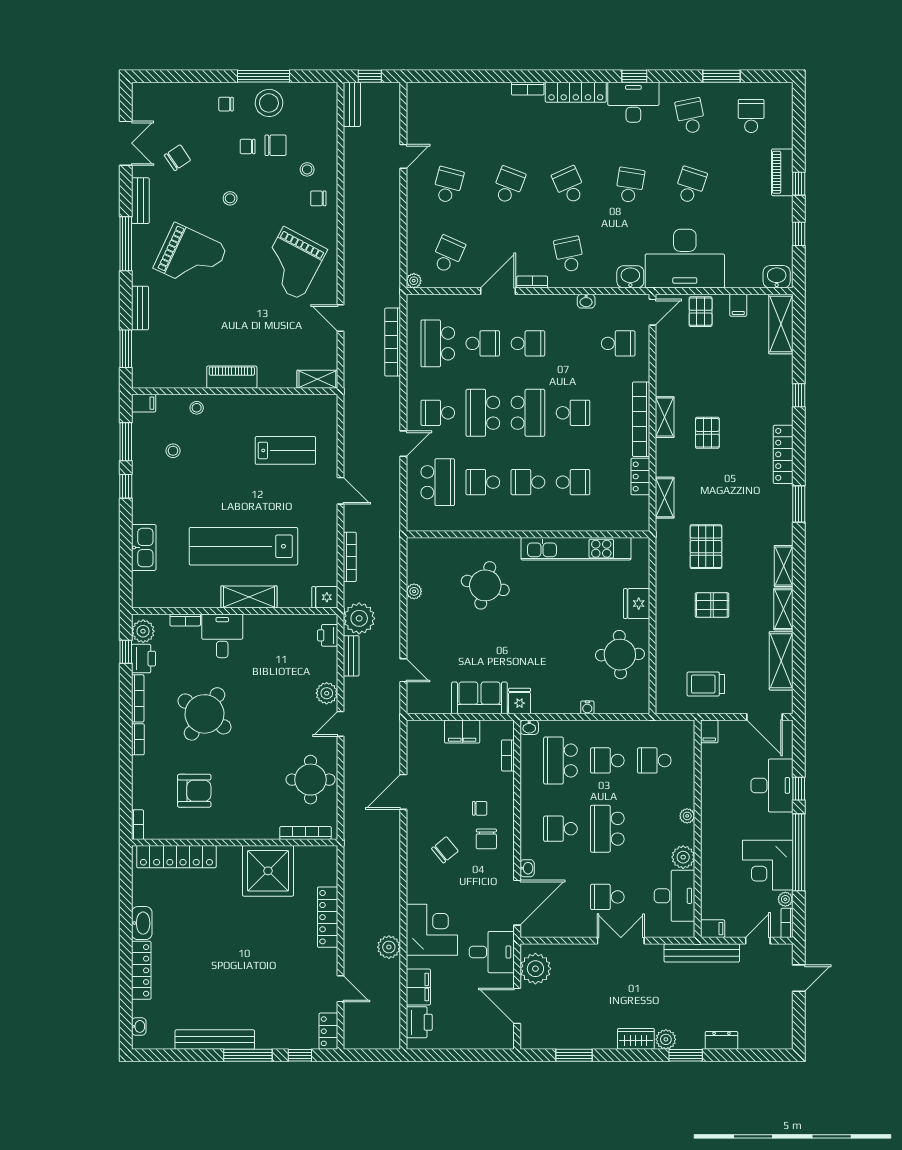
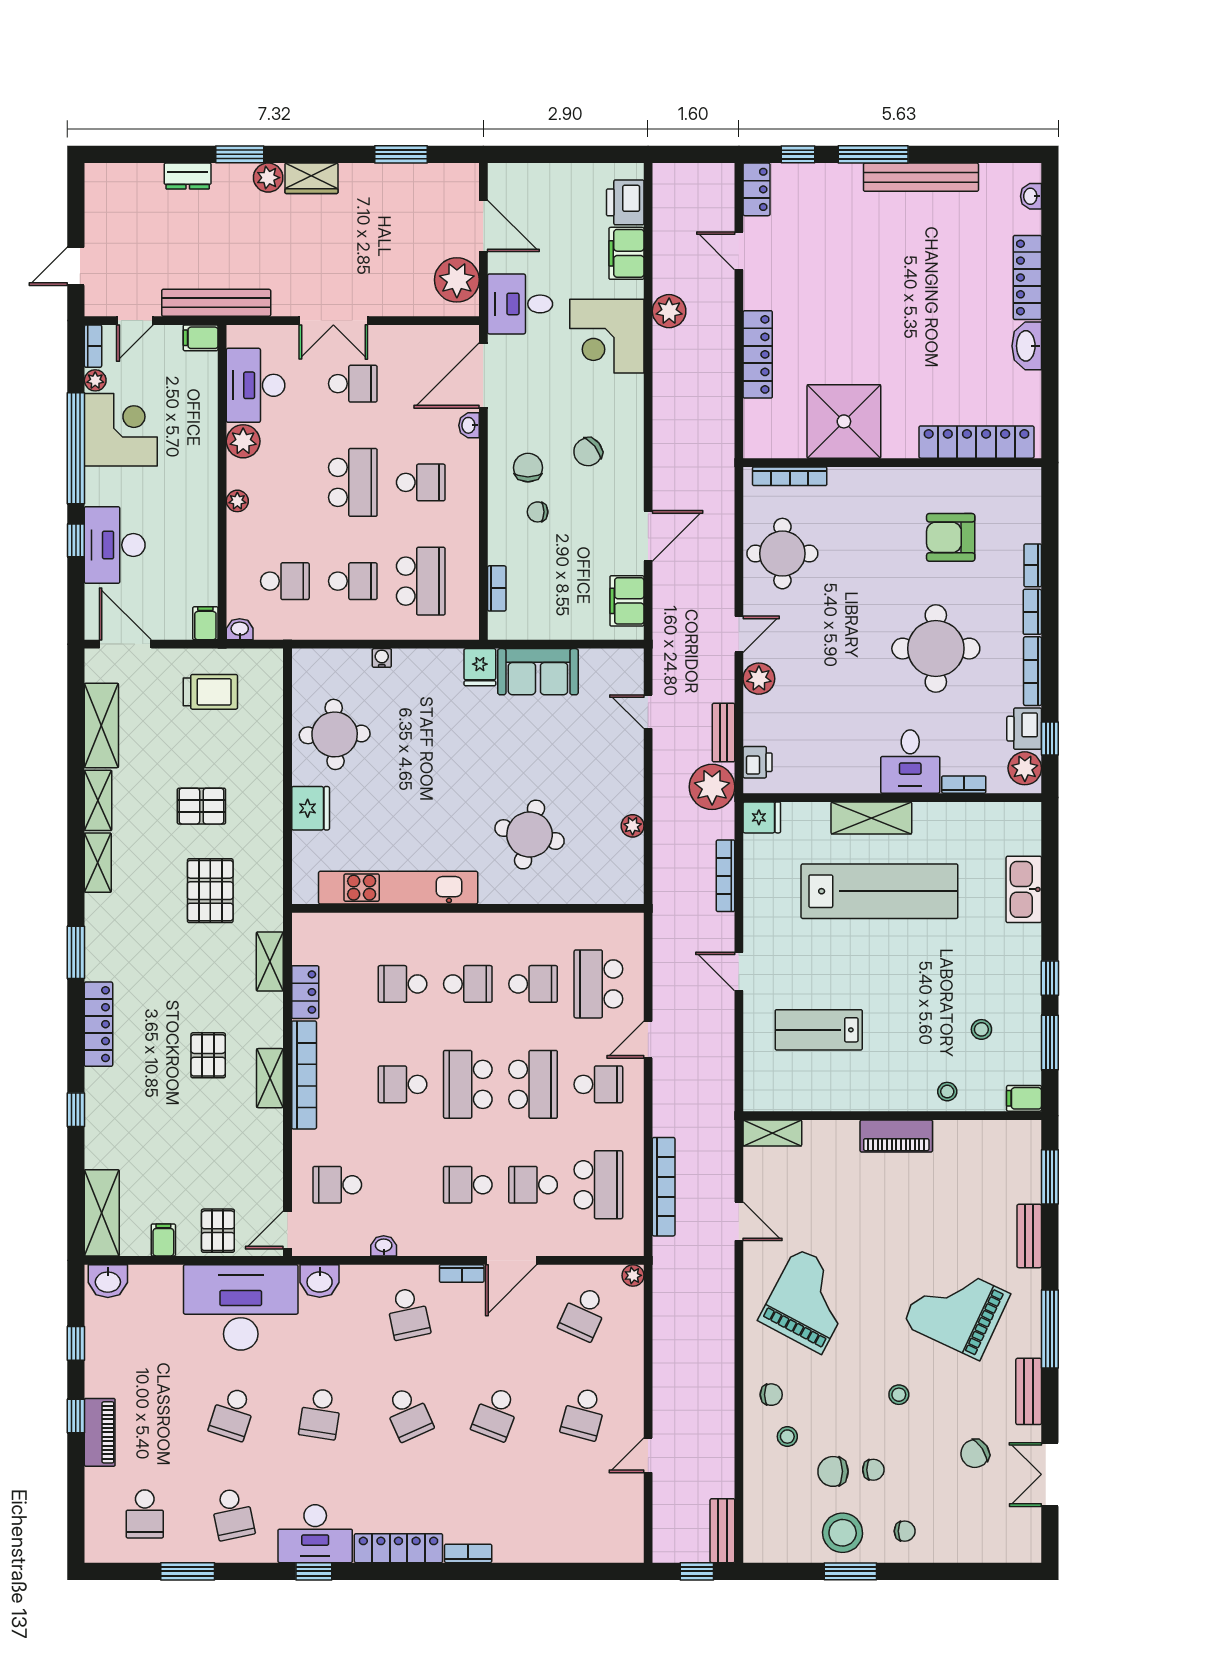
window: (264, 76) -> (850, 1571), width x0.69
round table: (205, 714) -> (936, 649), turned -34
washbasin: (529, 727) -> (240, 629), moved
filing cabinet: (462, 732) -> (627, 601), moved, turned -90
bookcase: (138, 825) -> (1033, 565), moved

